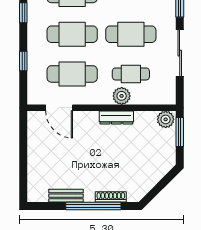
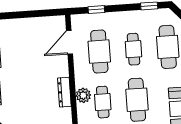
cafe table: (72, 34) -> (133, 49), width x0.73, depth x0.74
window: (23, 61) -> (96, 10), moved

